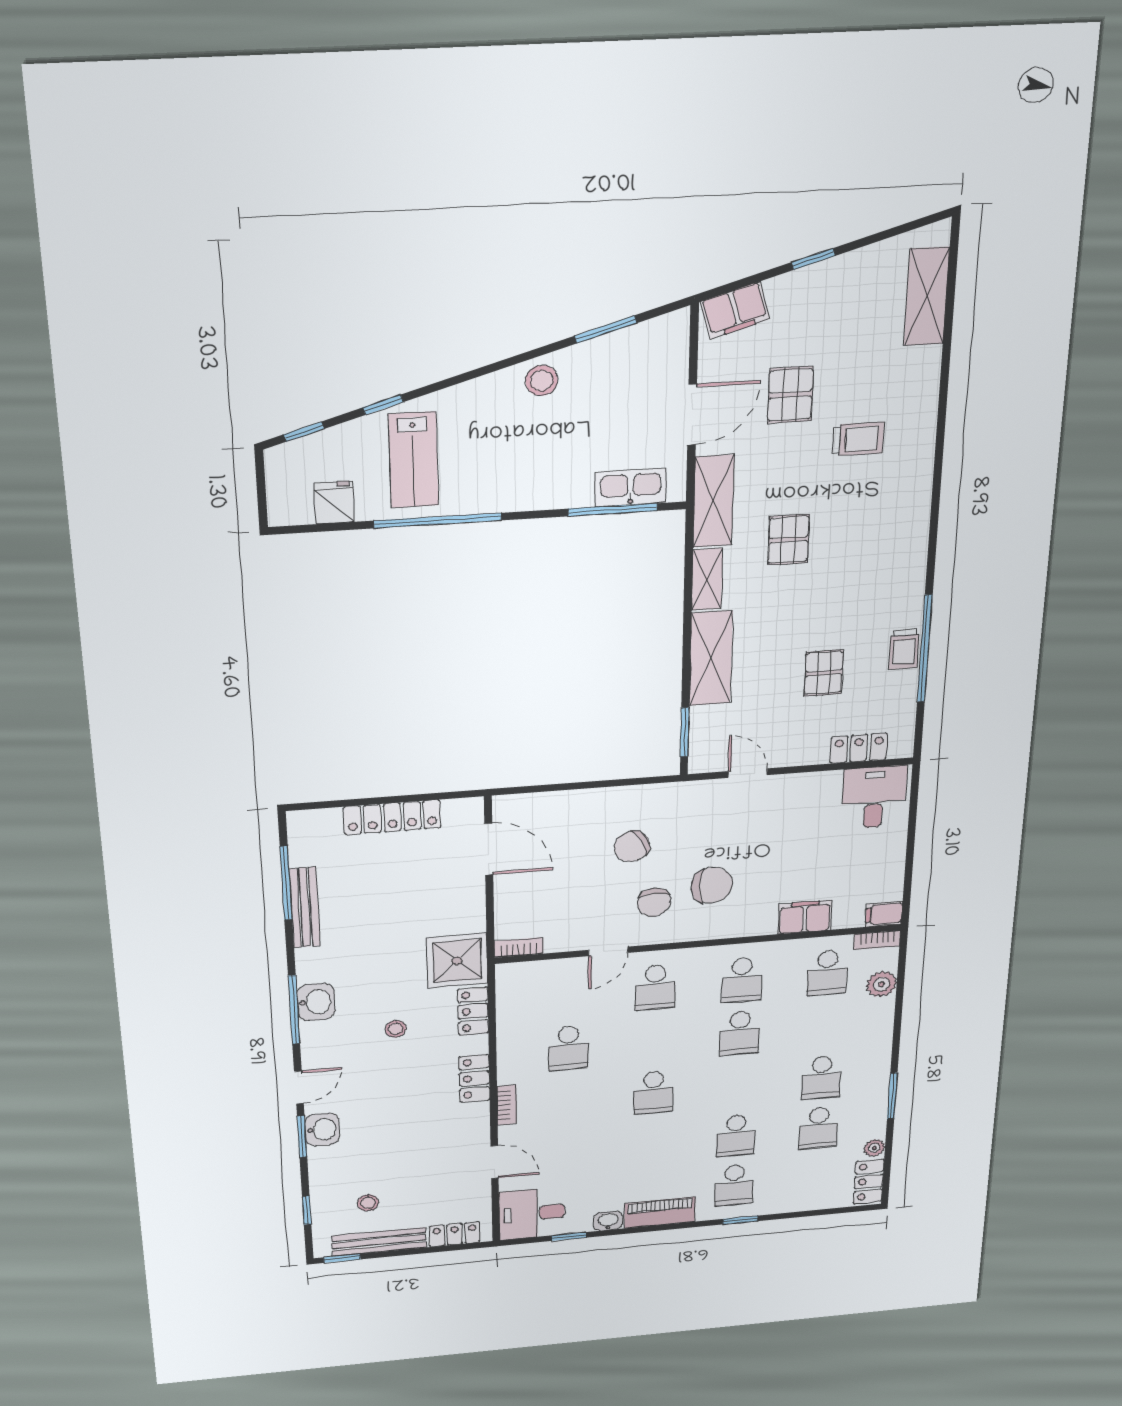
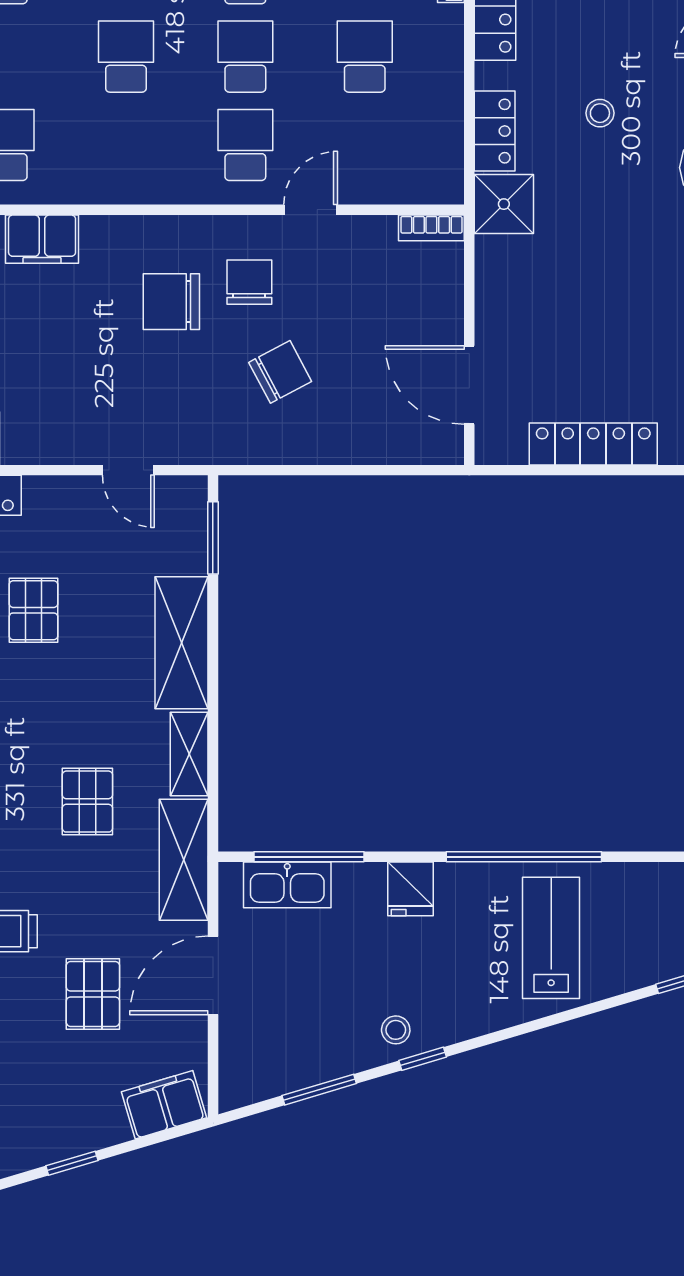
stool: (542, 380) -> (396, 1030), width x0.73, depth x0.73
window: (383, 405) -> (423, 1059), moved
fridge: (334, 502) -> (411, 889), moved
shower: (457, 961) -> (504, 204), width x0.73, depth x0.73
school desk: (742, 980) -> (245, 57), moved

